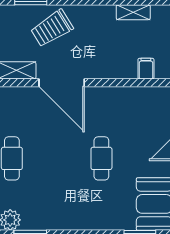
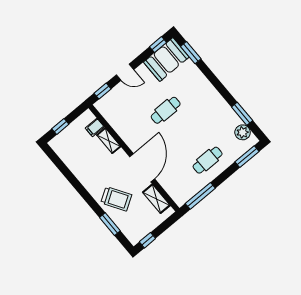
shelving: (133, 12) -> (109, 141), moved

